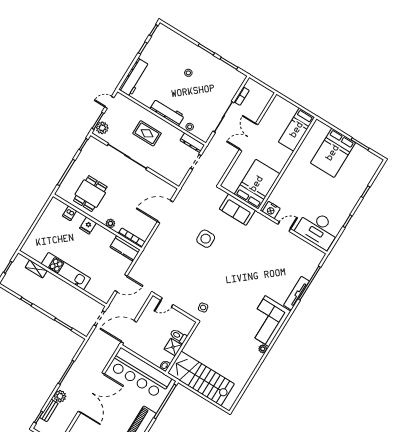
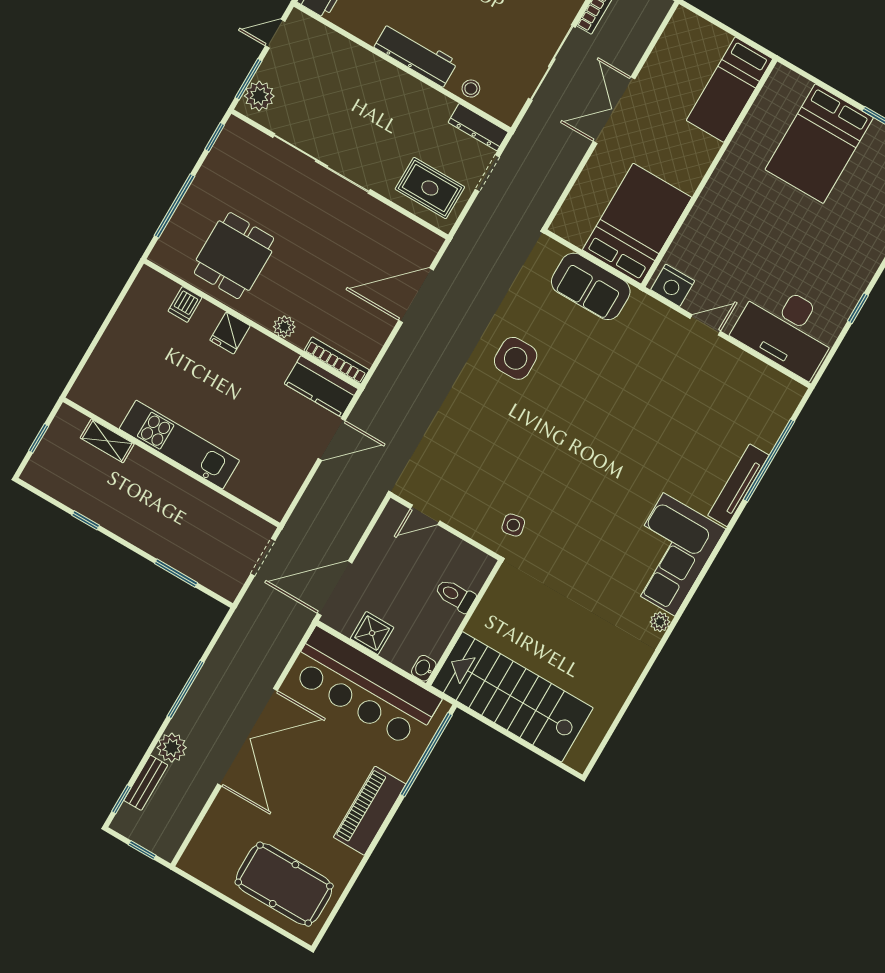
rug: (147, 133) -> (430, 188), moved
door: (121, 283) -> (332, 440), moved
shower: (173, 347) -> (372, 633), moved

